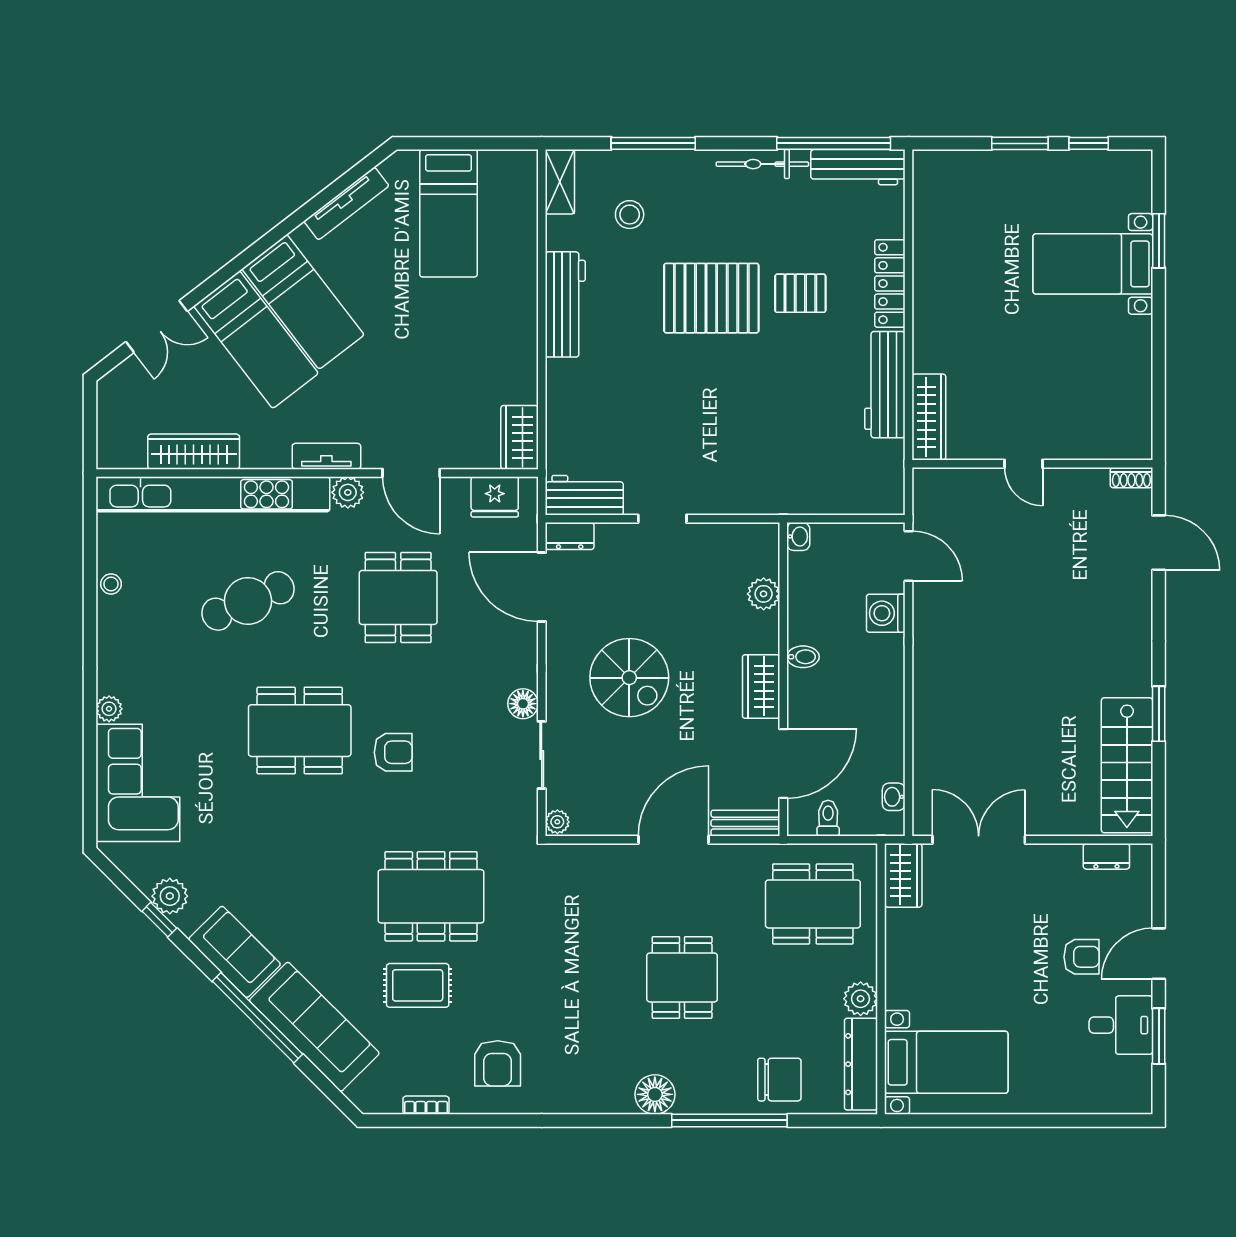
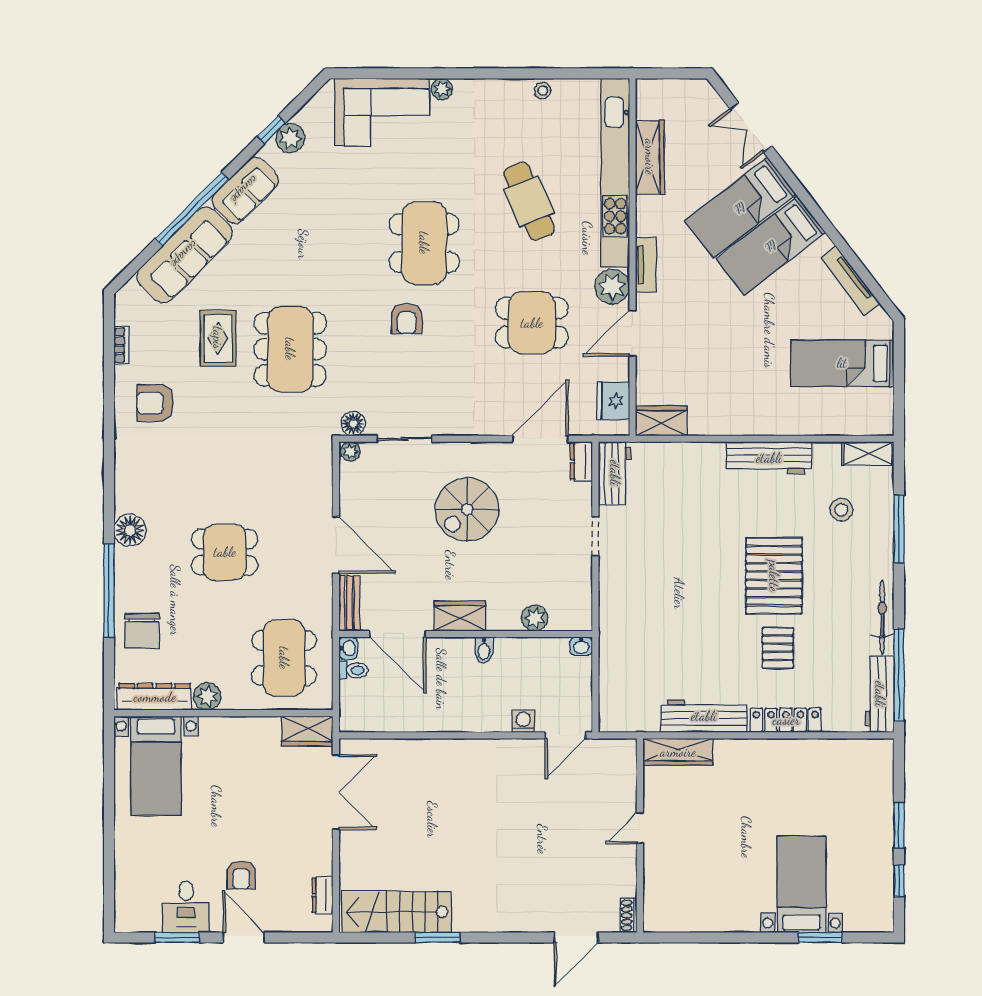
plant: (348, 492) -> (612, 287), width x1.36, depth x1.36
washing machine: (886, 613) -> (523, 721), width x0.73, depth x0.73
floor lamp: (523, 704) -> (353, 424), moved
washbasin: (894, 797) -> (348, 648), moved, turned 90

